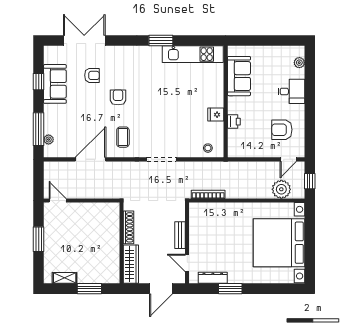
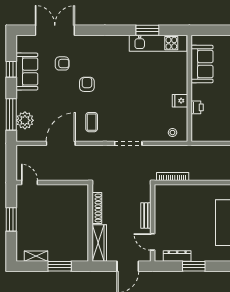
window: (161, 40) -> (147, 30), moved
plant: (49, 140) -> (25, 120), width x1.88, depth x1.88

